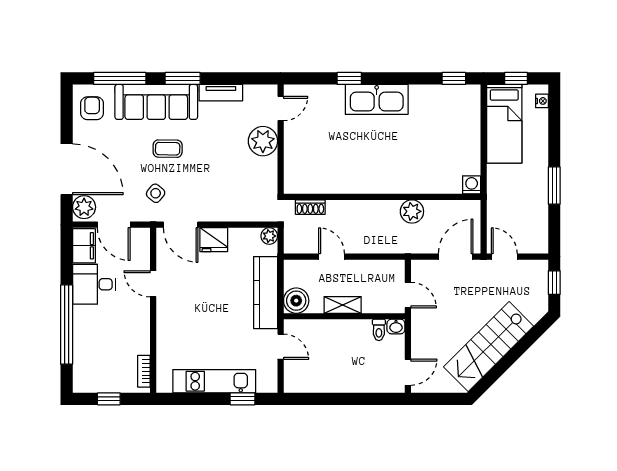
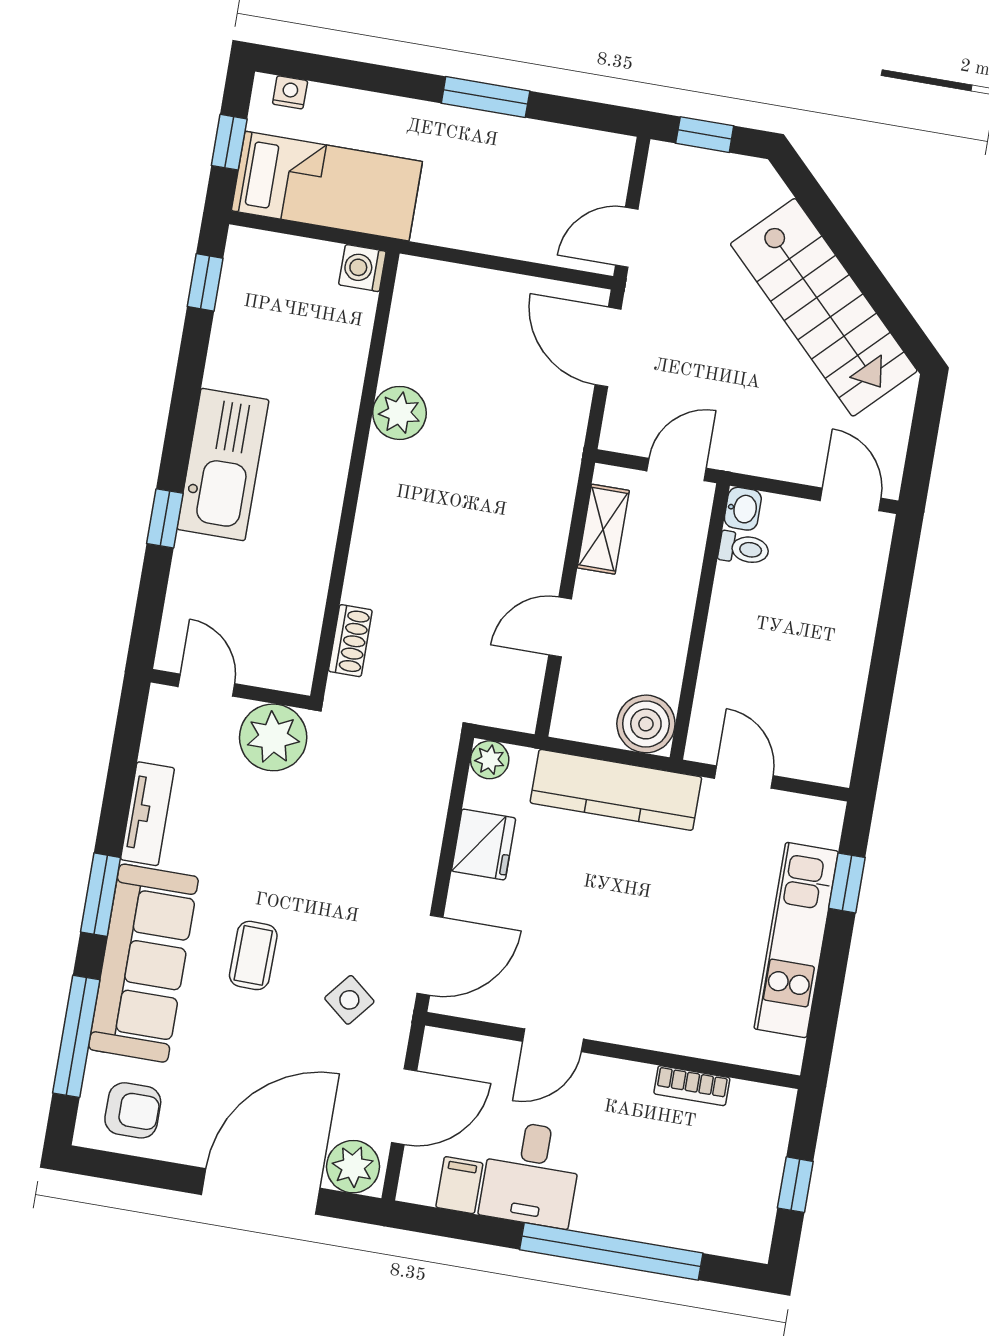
armchair: (92, 108) -> (133, 1110), turned 180
washing machine: (472, 185) -> (362, 268), moved
wall: (382, 197) -> (355, 475), moved
shoe rack: (310, 207) -> (350, 641), moved
plant: (412, 211) -> (399, 413), moved
fridge: (214, 240) -> (484, 844), moved
filing cabinet: (84, 246) -> (459, 1185), width x0.50
shelving: (343, 305) -> (603, 529), moved
door: (281, 347) -> (744, 777), hinge flipped
bookcase: (144, 371) -> (692, 1086), moved

